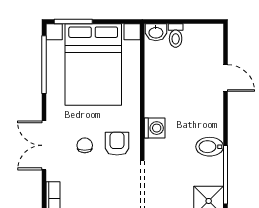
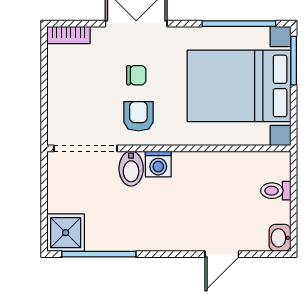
washbasin: (156, 32) -> (280, 238), moved
armchair: (117, 144) -> (138, 116), turned -90
bidet: (210, 147) -> (131, 169), moved, turned 180

